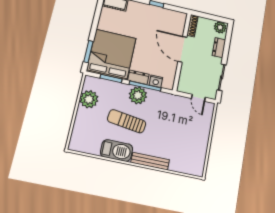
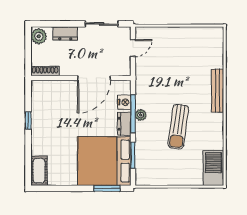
door: (182, 49) -> (94, 78), moved
plant: (138, 95) -> (141, 115), width x0.53, depth x0.53
plant: (89, 99) -> (162, 175), removed
barbecue: (117, 151) -> (213, 168), moved

